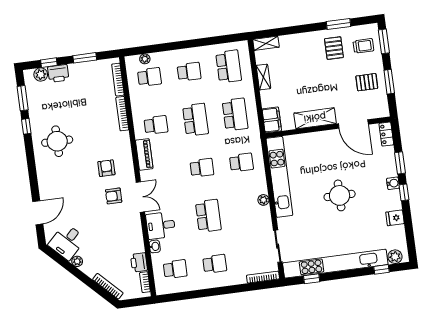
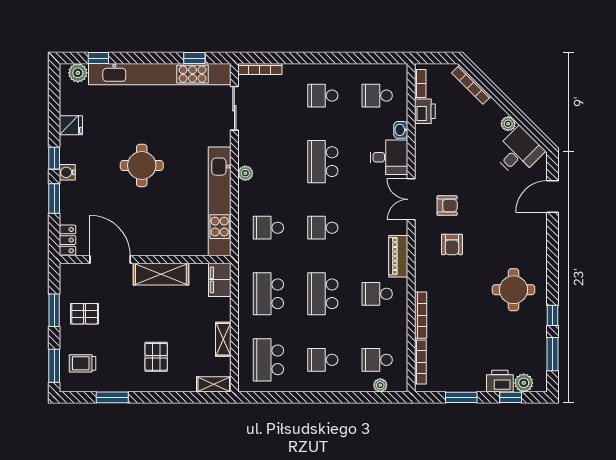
pallet: (334, 48) -> (156, 357), moved

